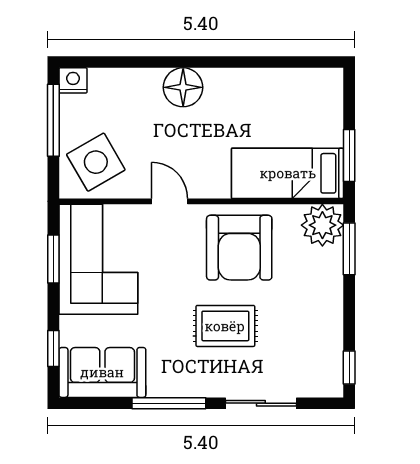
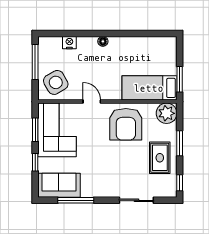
nightstand: (73, 80) -> (69, 43), moved
floor lamp: (183, 87) -> (103, 41), width x0.53, depth x0.53
window: (349, 249) -> (180, 143), moved
rug: (225, 326) -> (160, 158), moved, turned 90
window: (53, 348) -> (35, 162), moved
window: (169, 403) -> (76, 200), moved

